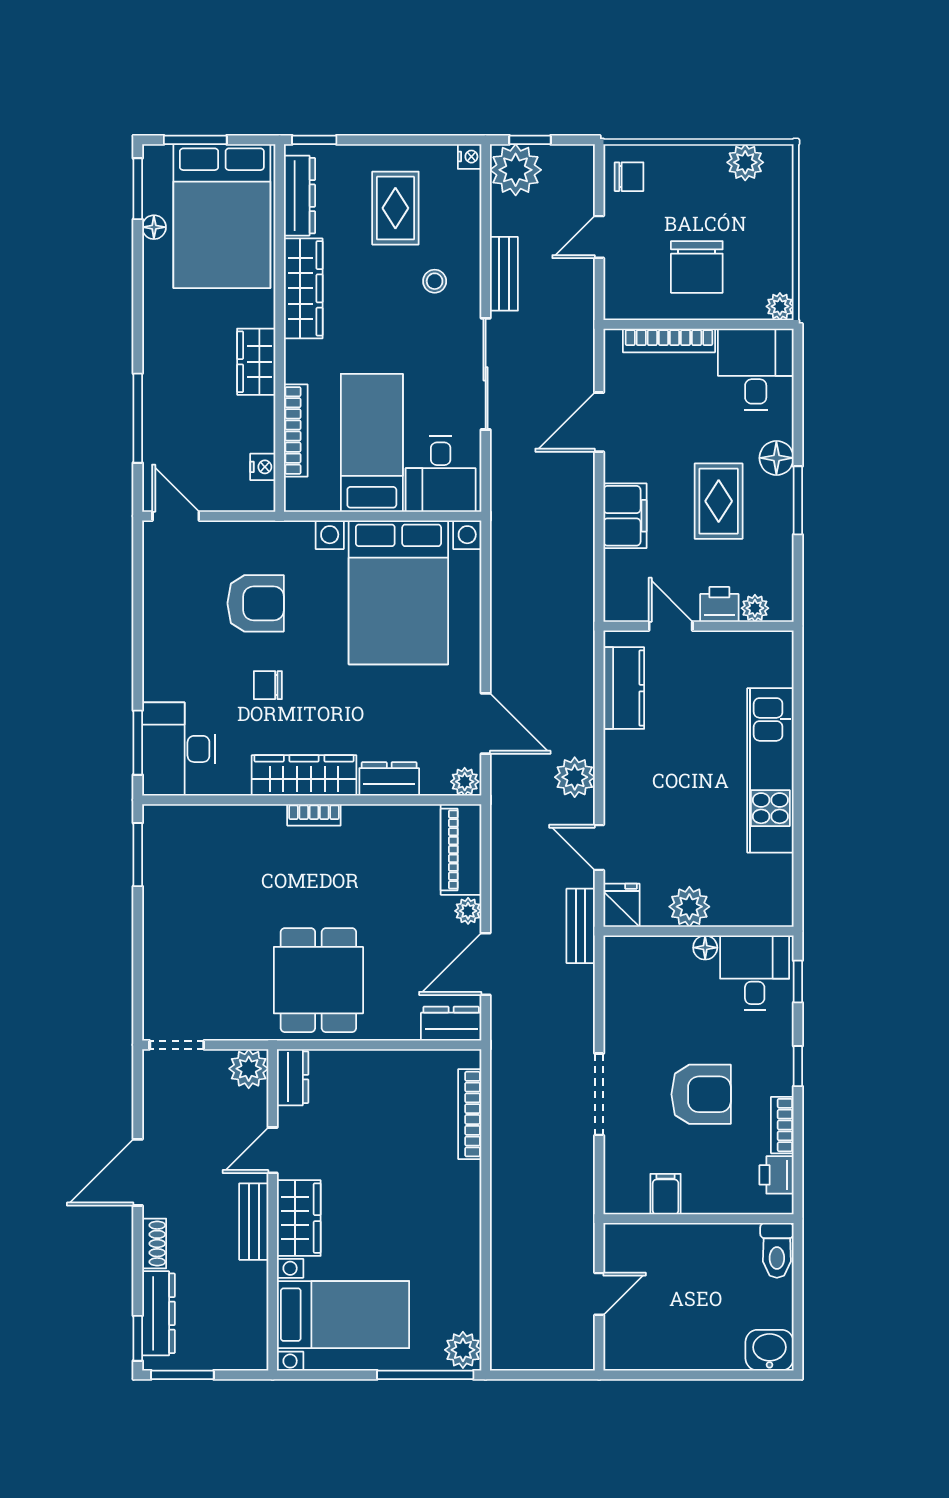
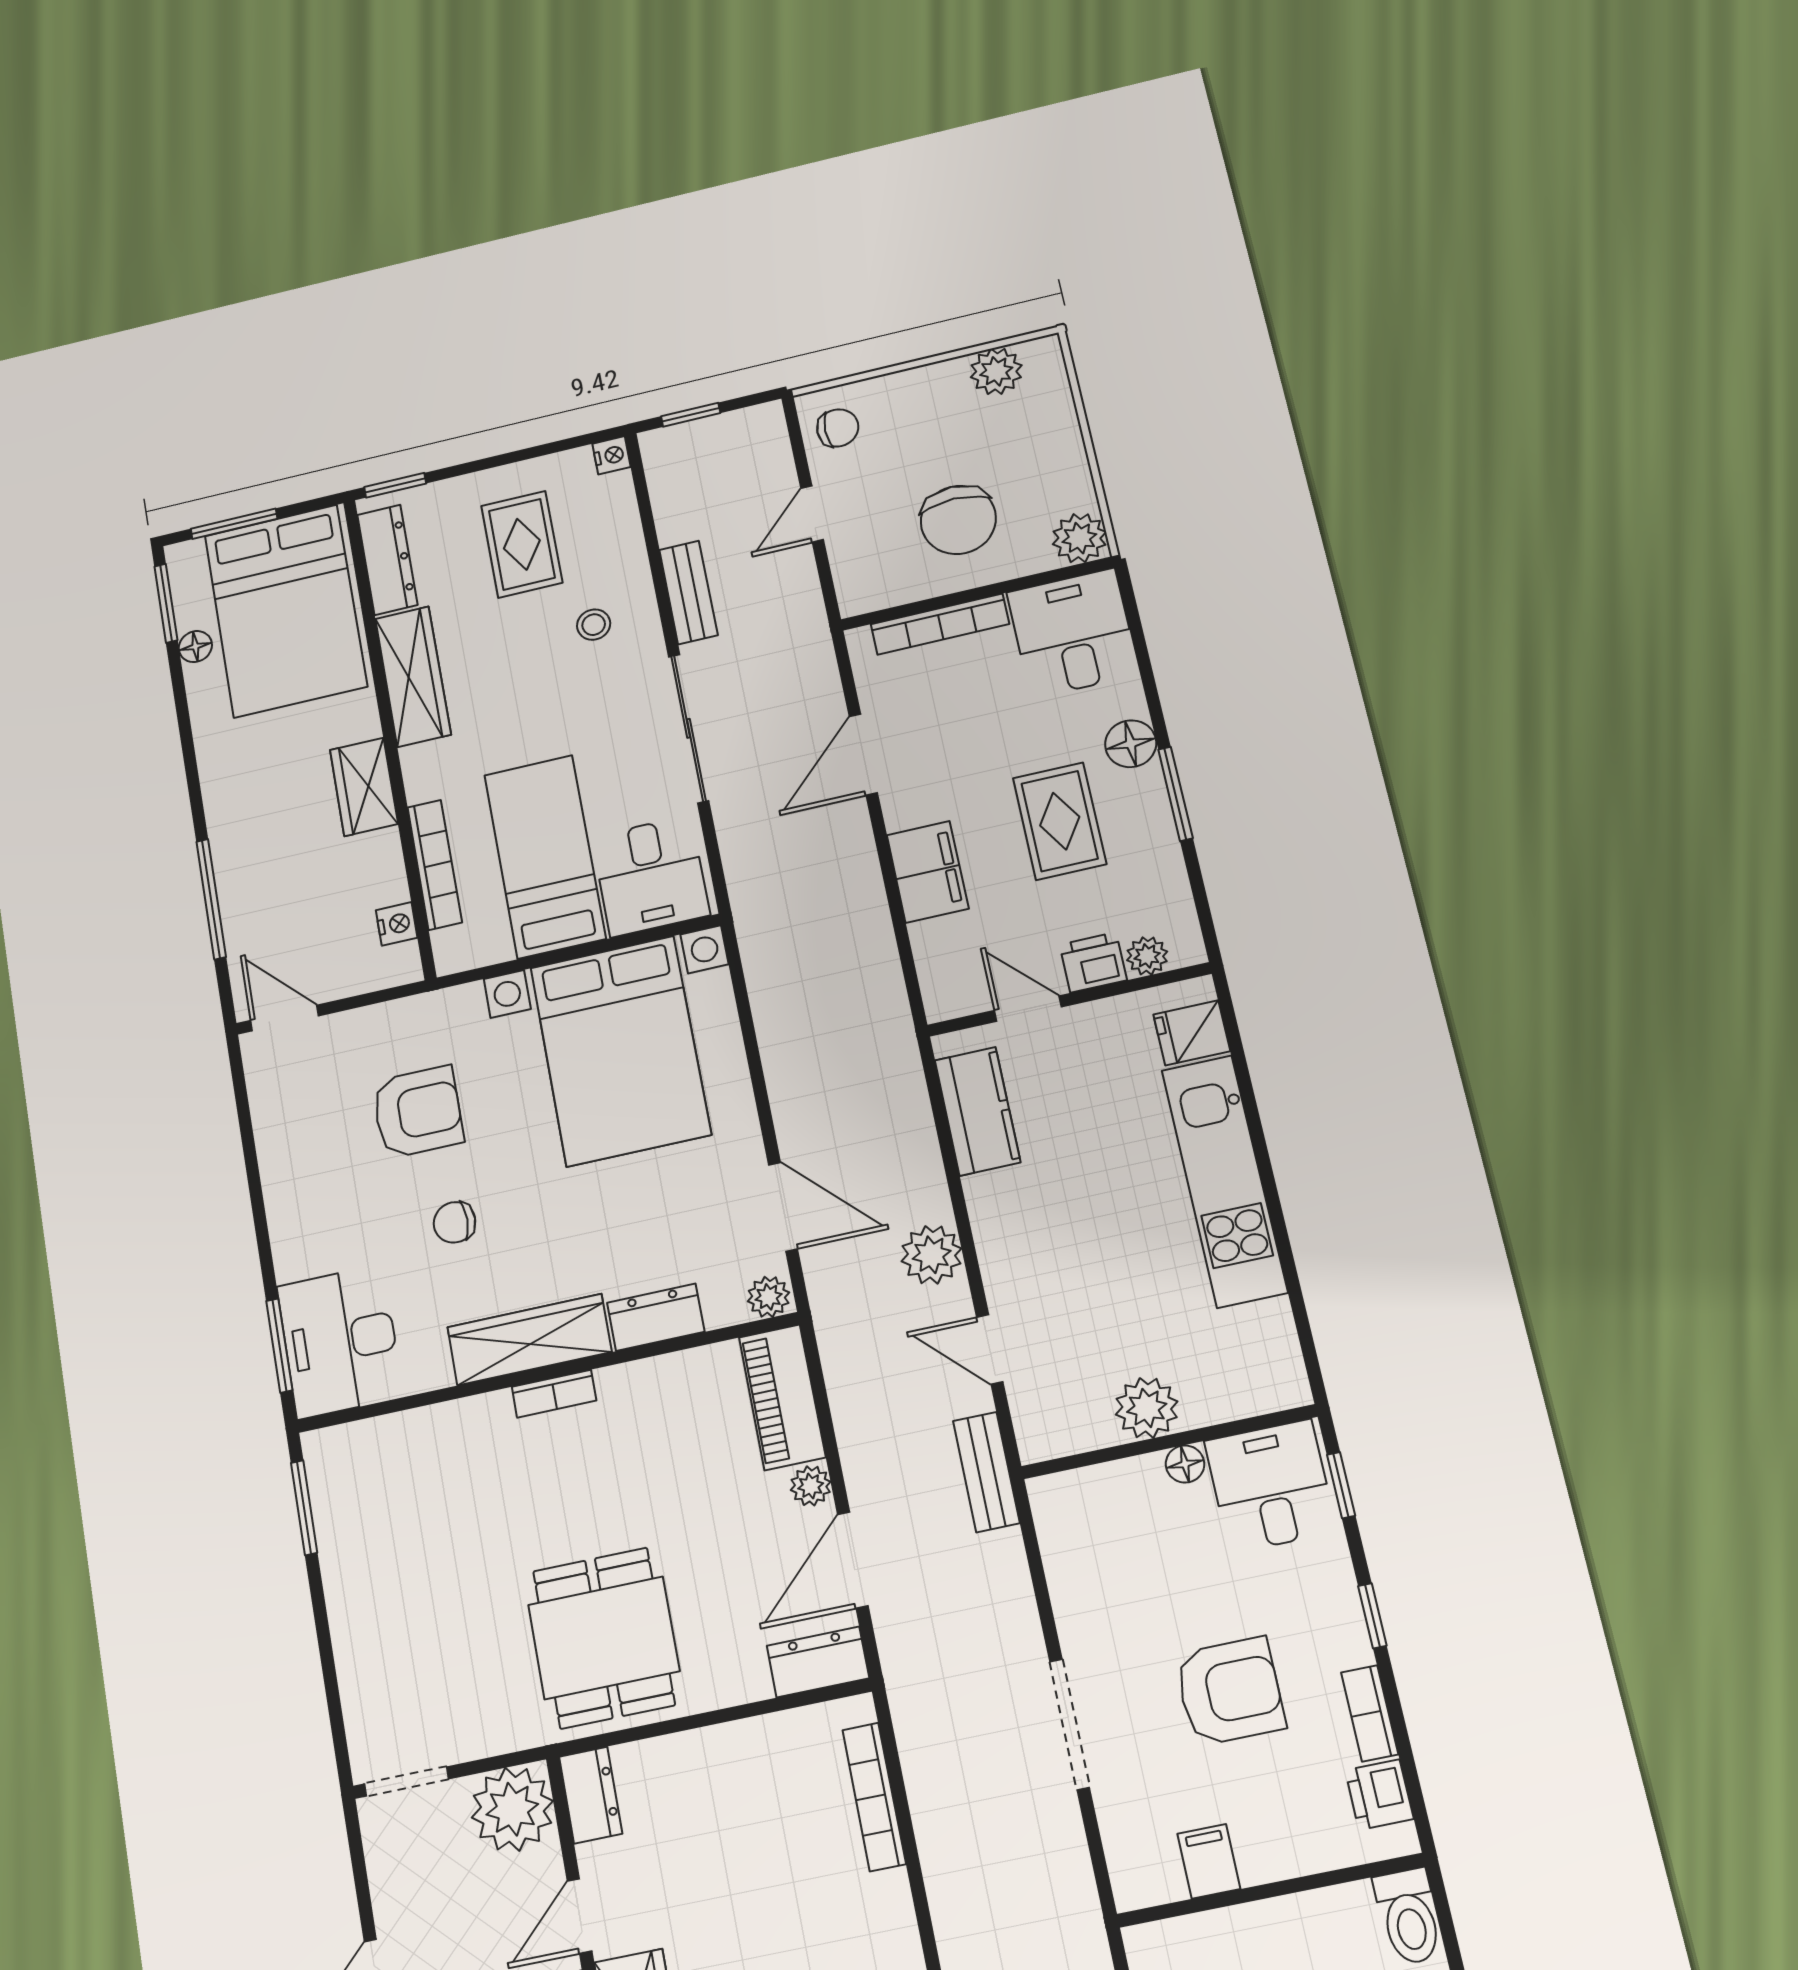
plant: (516, 170) -> (678, 457), removed
plant: (780, 306) -> (1079, 538), width x1.38, depth x1.38
fridge: (622, 905) -> (1192, 1033), moved, turned -90
plant: (249, 1069) -> (512, 1809), width x1.36, depth x1.36

